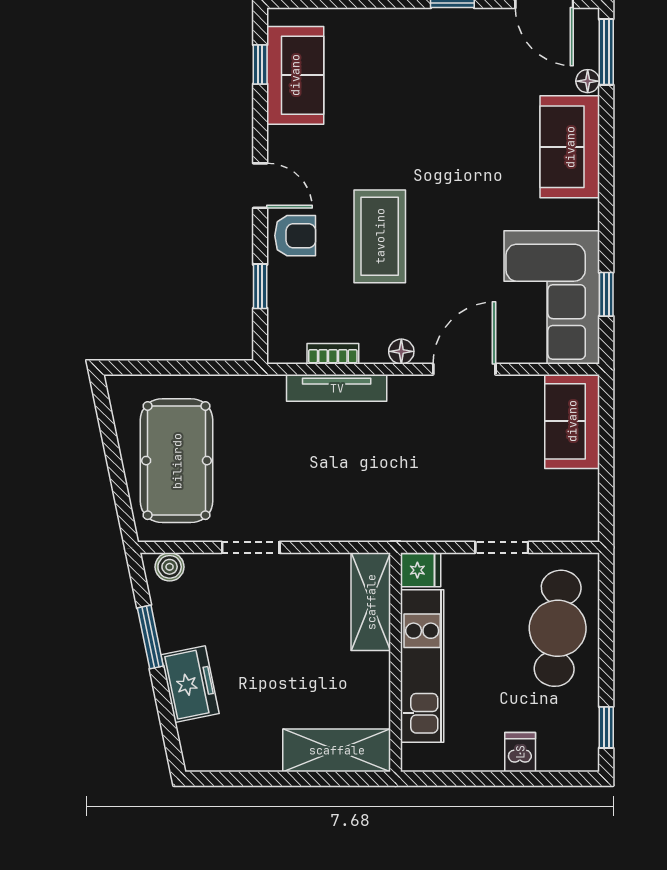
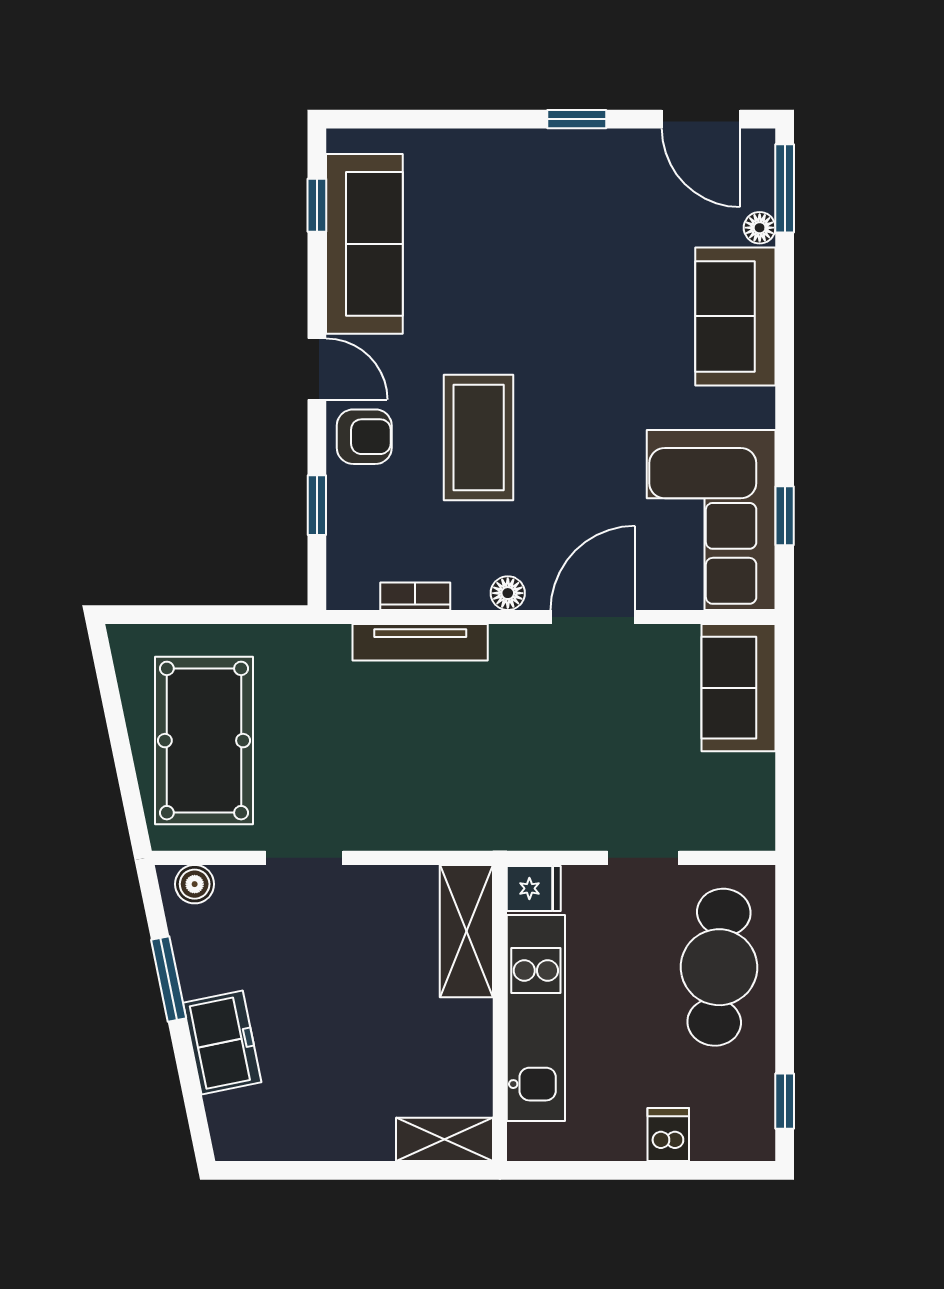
sofa: (295, 75) -> (364, 244), width x1.36
shelving: (337, 750) -> (445, 1139), width x0.67, depth x0.75

